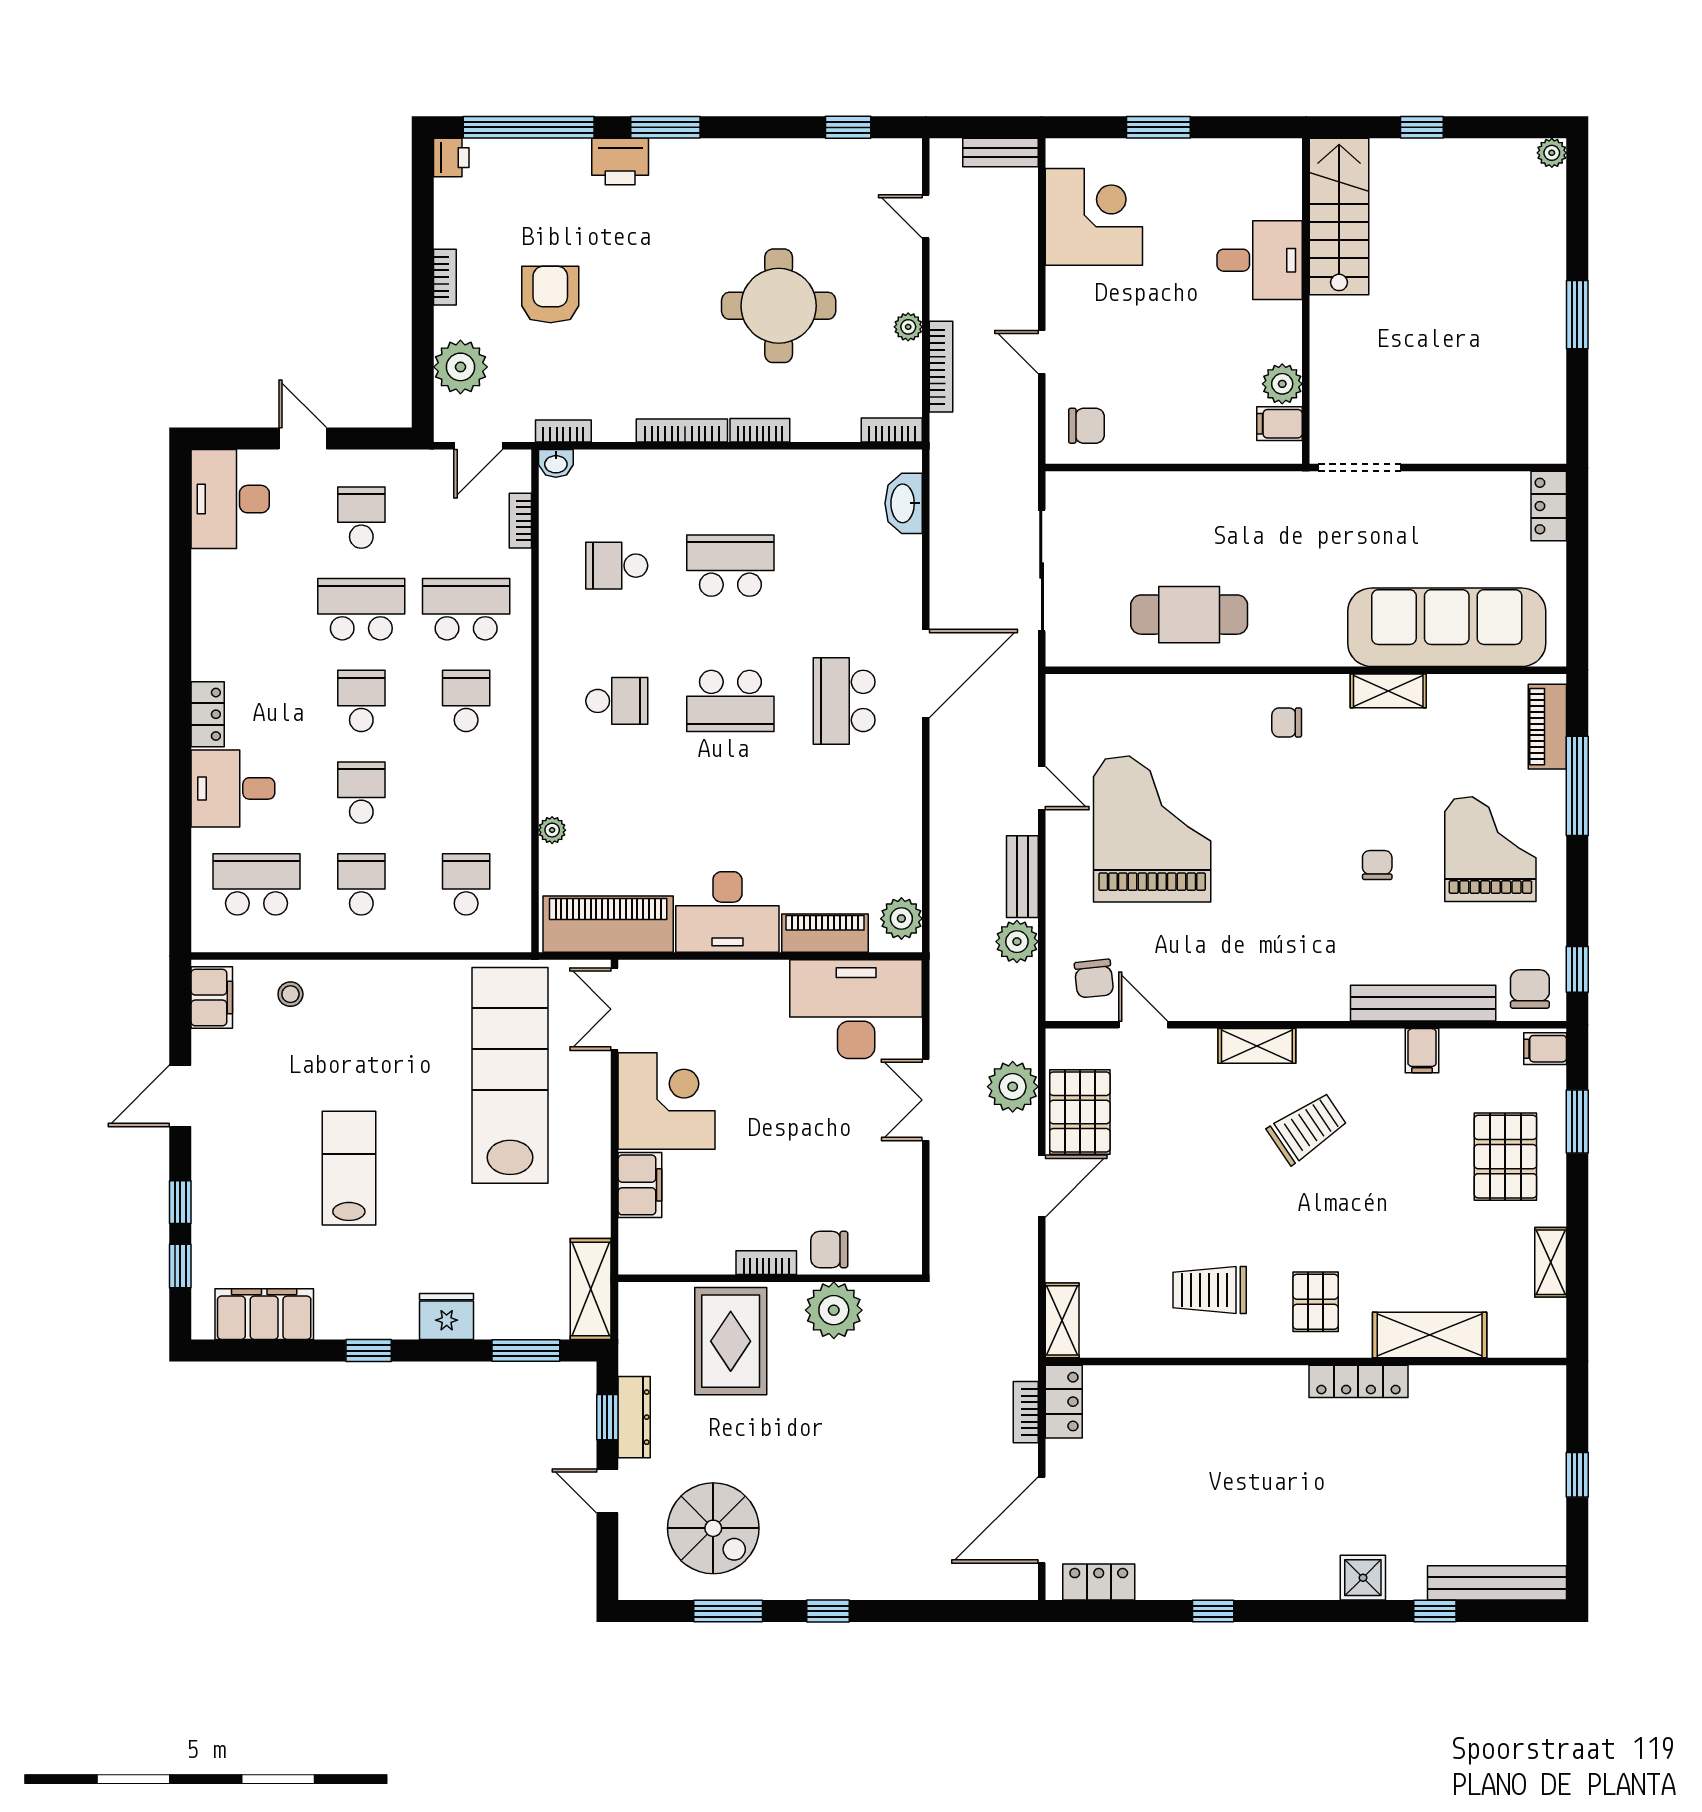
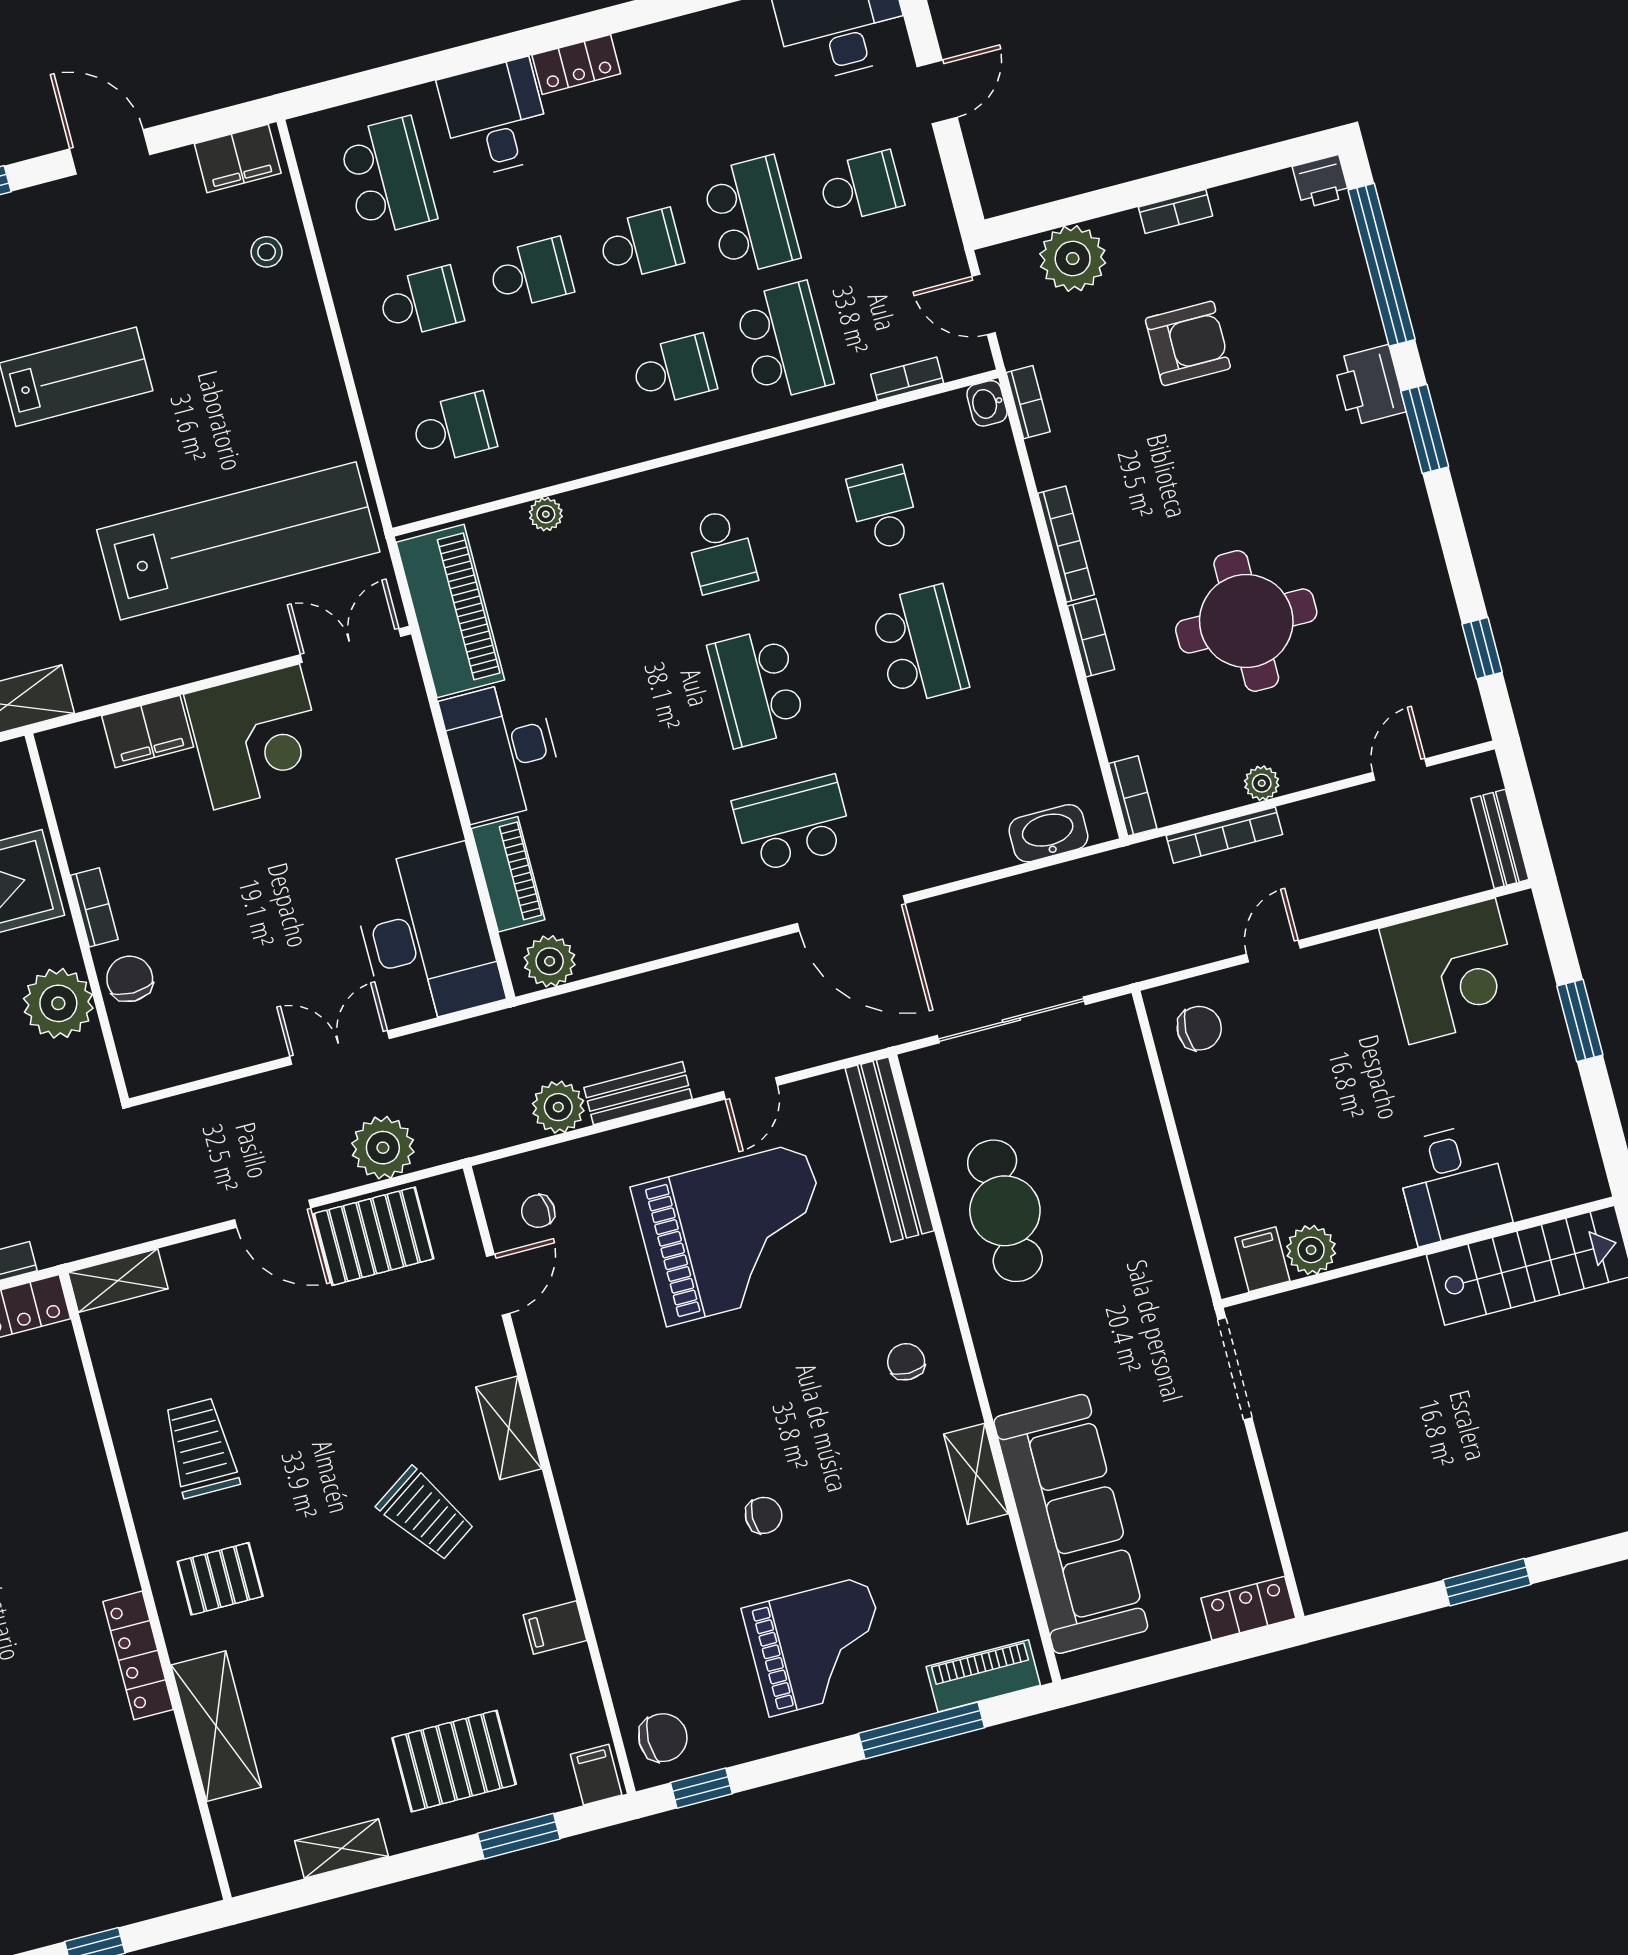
chair: (1086, 426) -> (1199, 1028), turned -90
chair: (1094, 979) -> (538, 1211), width x0.73, depth x0.73
bench: (1423, 1003) -> (890, 1150), moved

